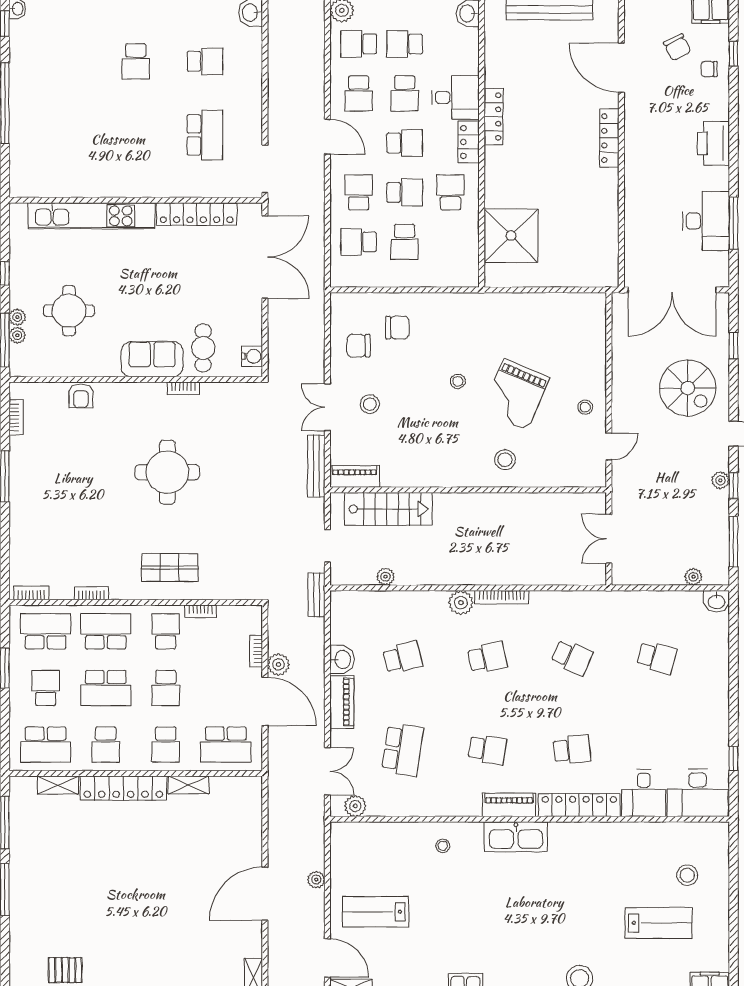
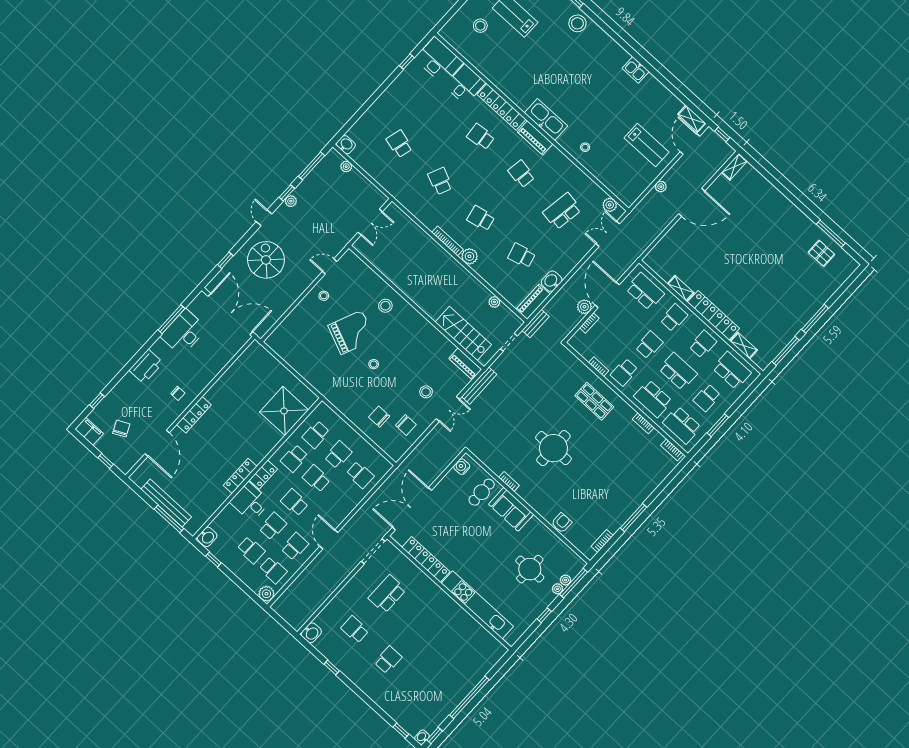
chair: (709, 69) -> (178, 393), moved
school desk: (359, 192) -> (316, 435), moved
piano: (342, 702) -> (533, 302), moved

